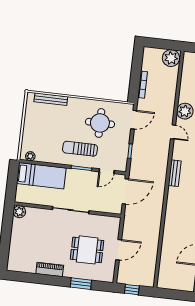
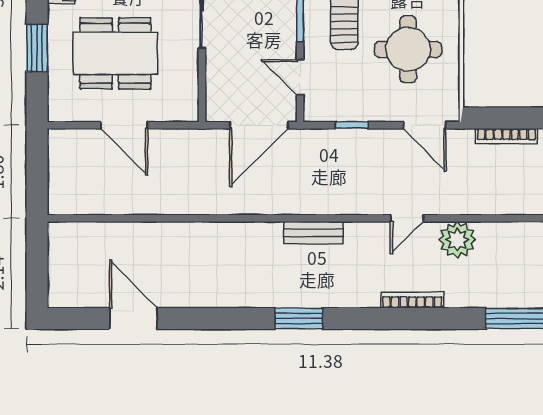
door: (125, 191) -> (259, 125), hinge flipped
dining table: (87, 250) -> (115, 53), width x1.38
window: (132, 290) -> (37, 166), removed

